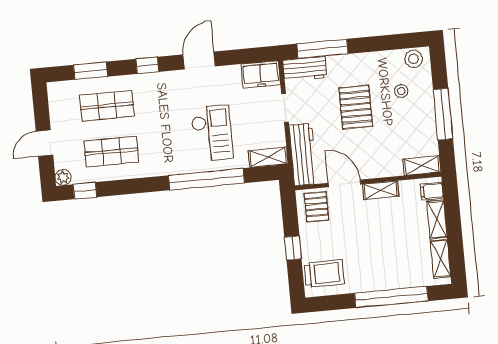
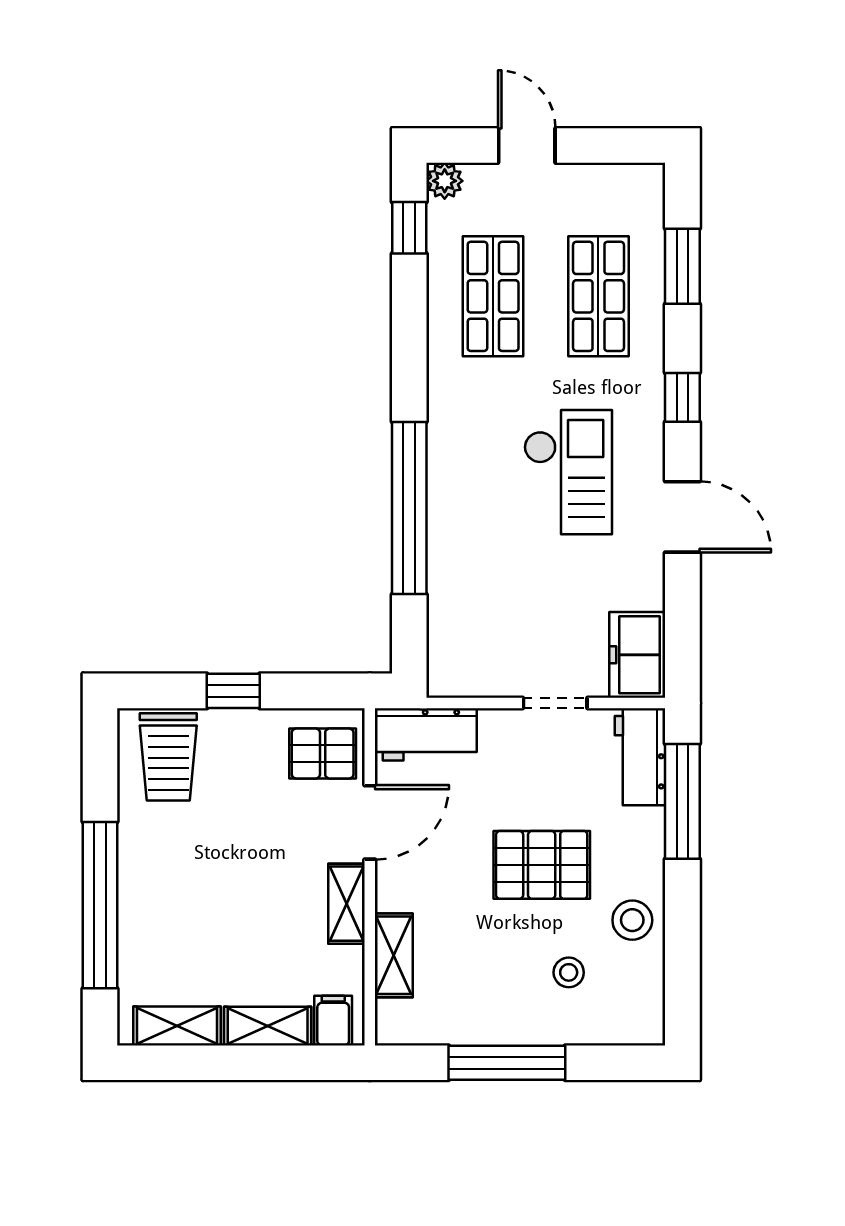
stool: (414, 59) -> (632, 920), moved
checkout: (212, 133) -> (568, 472), moved, turned -90
workbench: (303, 155) -> (426, 734), width x0.73
shelving: (268, 157) -> (446, 654), removed
shelving: (422, 166) -> (394, 955), moved

